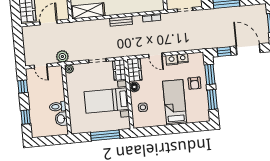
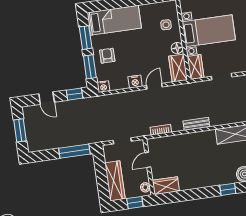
door: (248, 49) -> (47, 98), width x0.53
door: (155, 55) -> (154, 86), hinge flipped
nightstand: (183, 58) -> (103, 87), moved
bed: (175, 102) -> (114, 20), moved, turned -90

